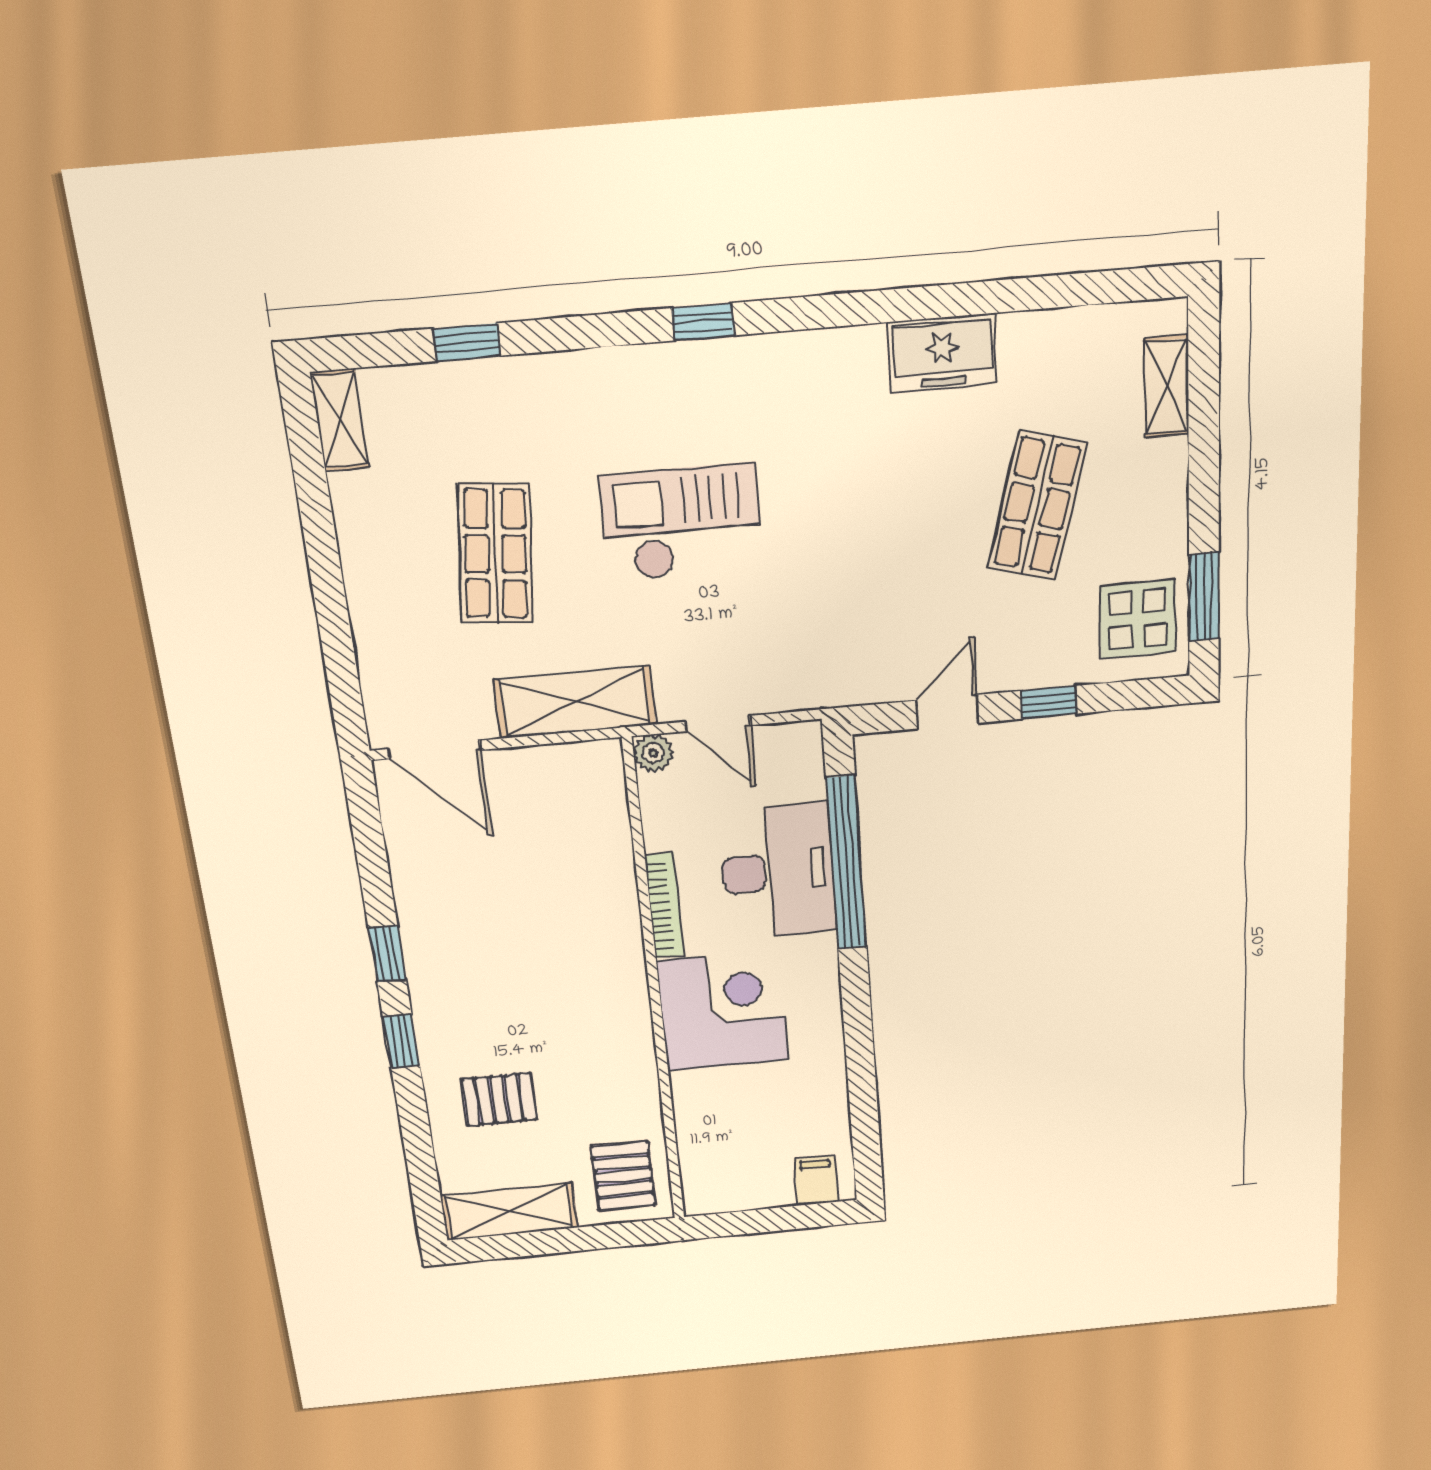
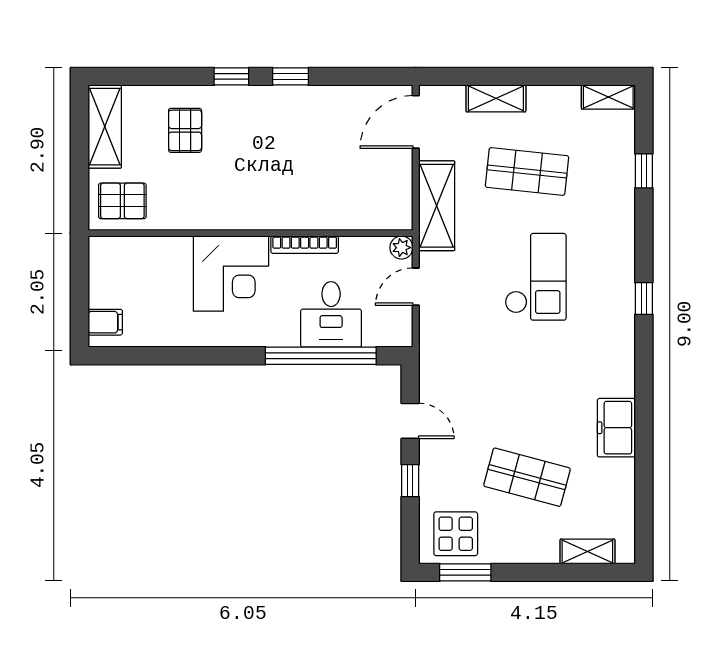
shelving: (373, 620) -> (496, 98), added
desk: (778, 871) -> (331, 314), width x0.73

